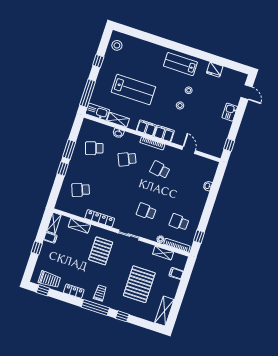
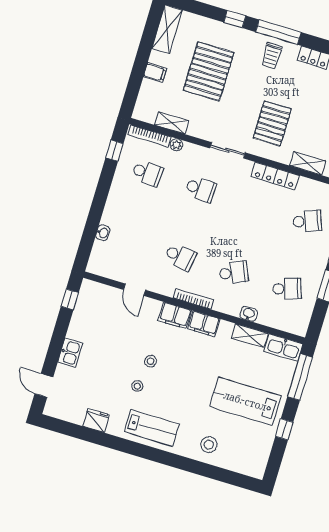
stool: (117, 45) -> (209, 445), moved
lab bench: (133, 89) -> (245, 401), moved
filing cabinet: (176, 273) -> (155, 73), moved

